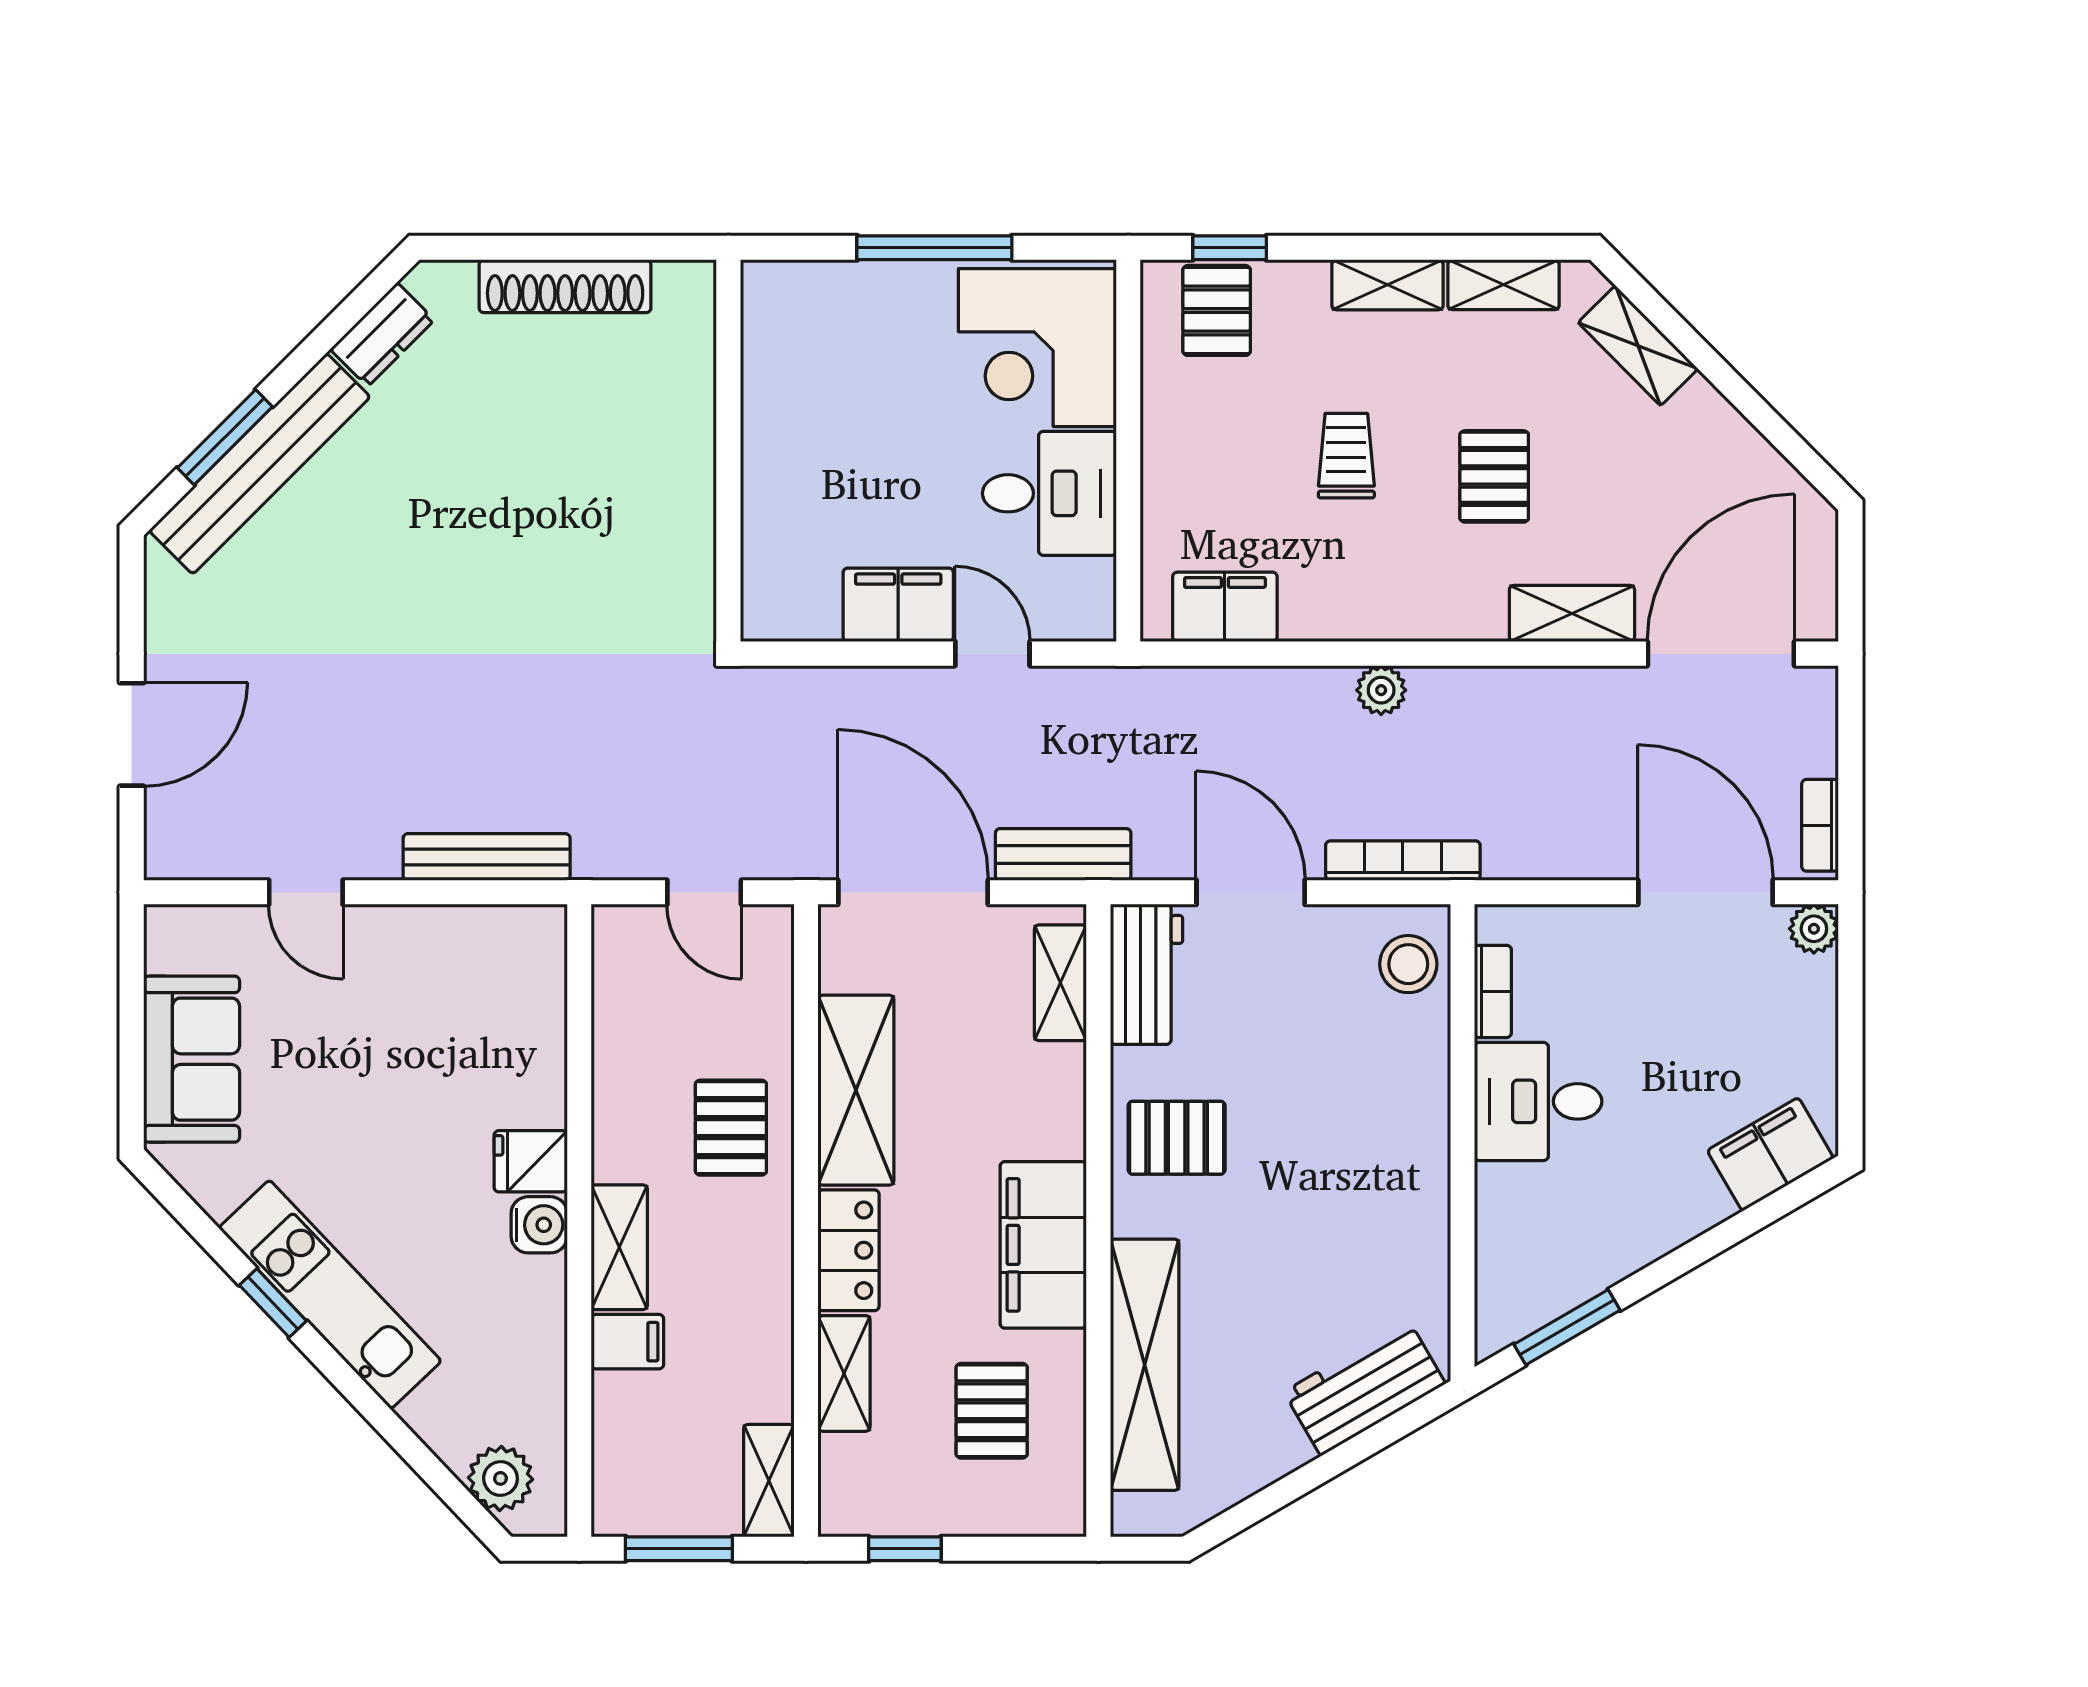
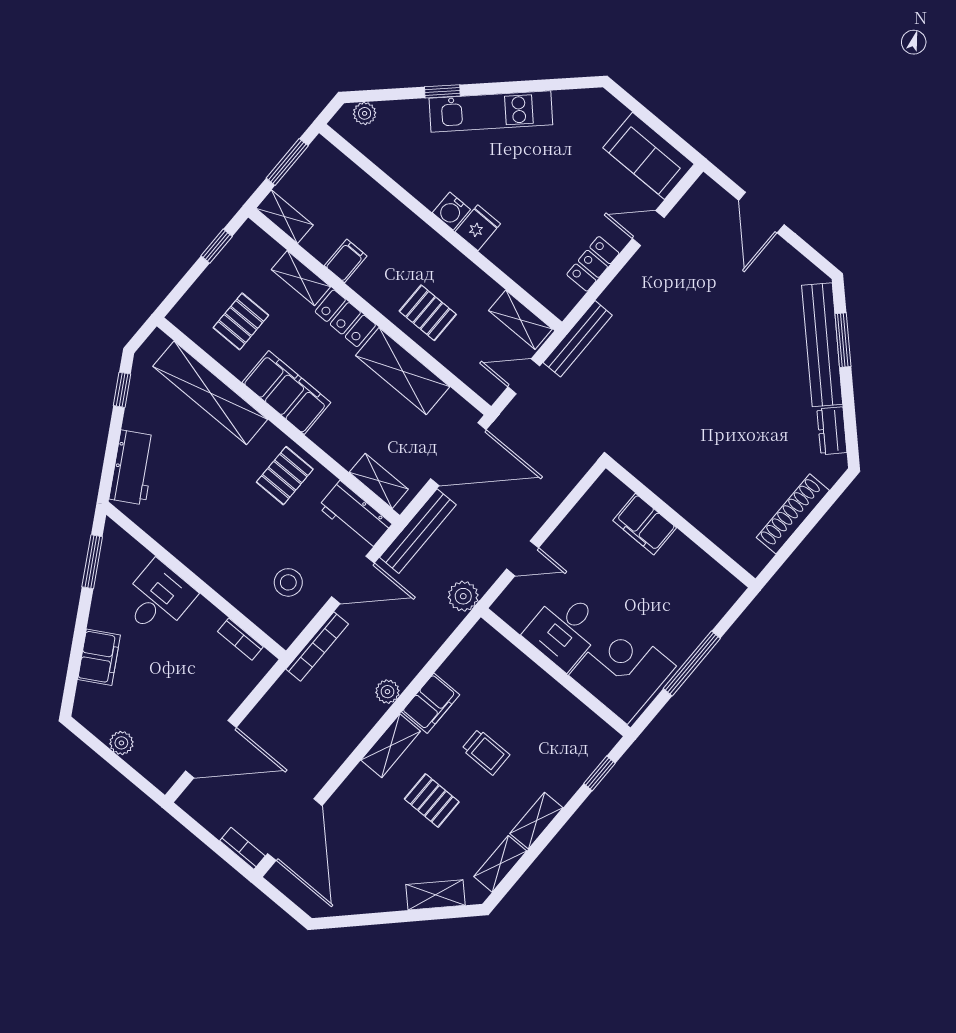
pallet: (1217, 310) -> (580, 749), removed
filing cabinet: (898, 605) -> (645, 524), moved, turned 90
filing cabinet: (1225, 607) -> (431, 703), moved
shelving: (1572, 613) -> (391, 746), moved
plant: (1131, 697) -> (463, 596), added
bookcase: (1820, 825) -> (242, 848), moved
bench: (1063, 854) -> (418, 531), width x1.36
bench: (487, 857) -> (578, 339), moved
plant: (1814, 929) -> (121, 743), moved
locker: (435, 932) -> (593, 264), added
stool: (1408, 964) -> (288, 582), moved
sofa: (192, 1059) -> (649, 156), moved
desk: (1538, 1101) -> (158, 598), moved
filing cabinet: (1770, 1154) -> (99, 657), moved
shelving: (619, 1247) -> (520, 320), moved
window: (273, 1303) -> (442, 91), moved
filing cabinet: (627, 1342) -> (346, 261), moved, turned 180
pallet: (992, 1411) -> (241, 321), turned 90
plant: (500, 1478) -> (365, 113), width x0.73, depth x0.73
window: (1257, 1508) -> (122, 390), added

